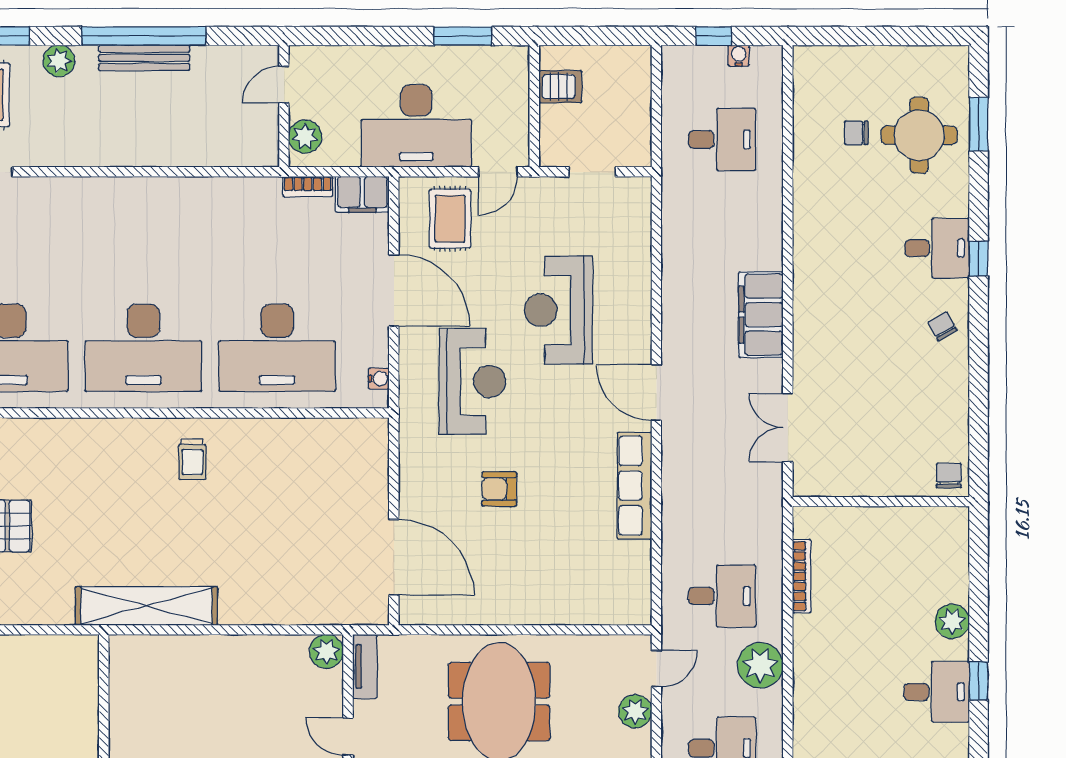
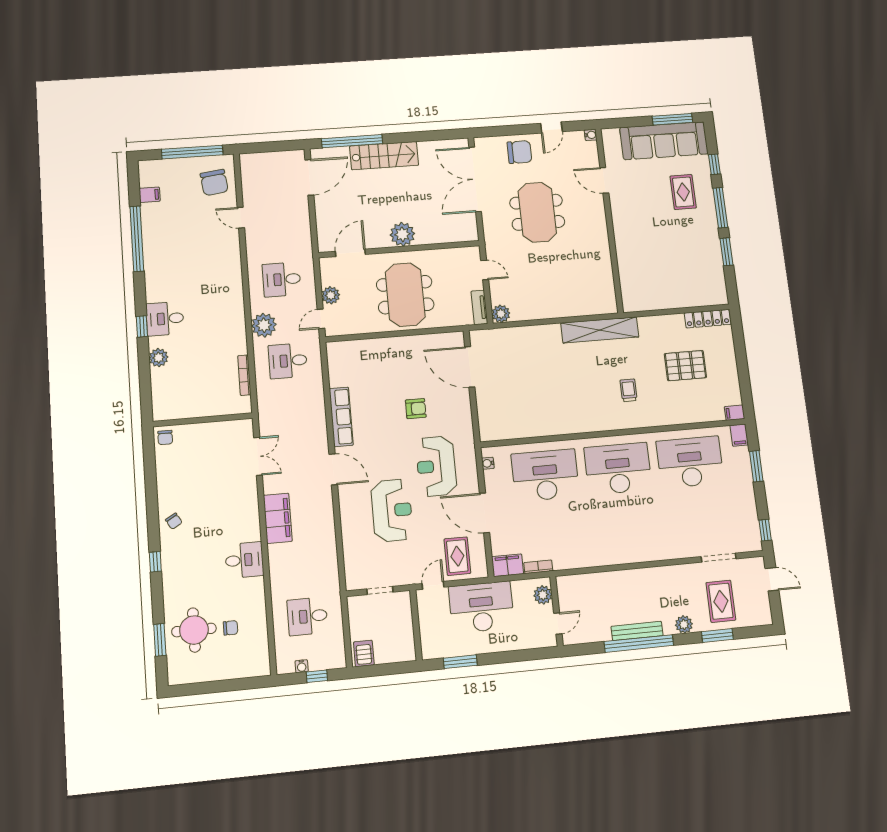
server rack: (560, 87) -> (364, 653), moved, turned 90
desk: (937, 248) -> (244, 560), moved, turned 180
trolley: (192, 459) -> (629, 390), moved

